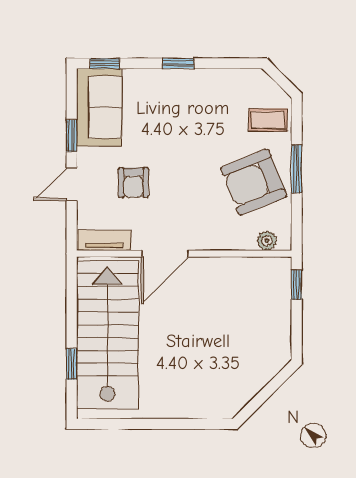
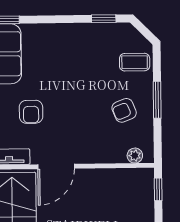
window: (178, 63) -> (104, 19), moved
armchair: (254, 182) -> (124, 110), width x0.53, depth x0.53

